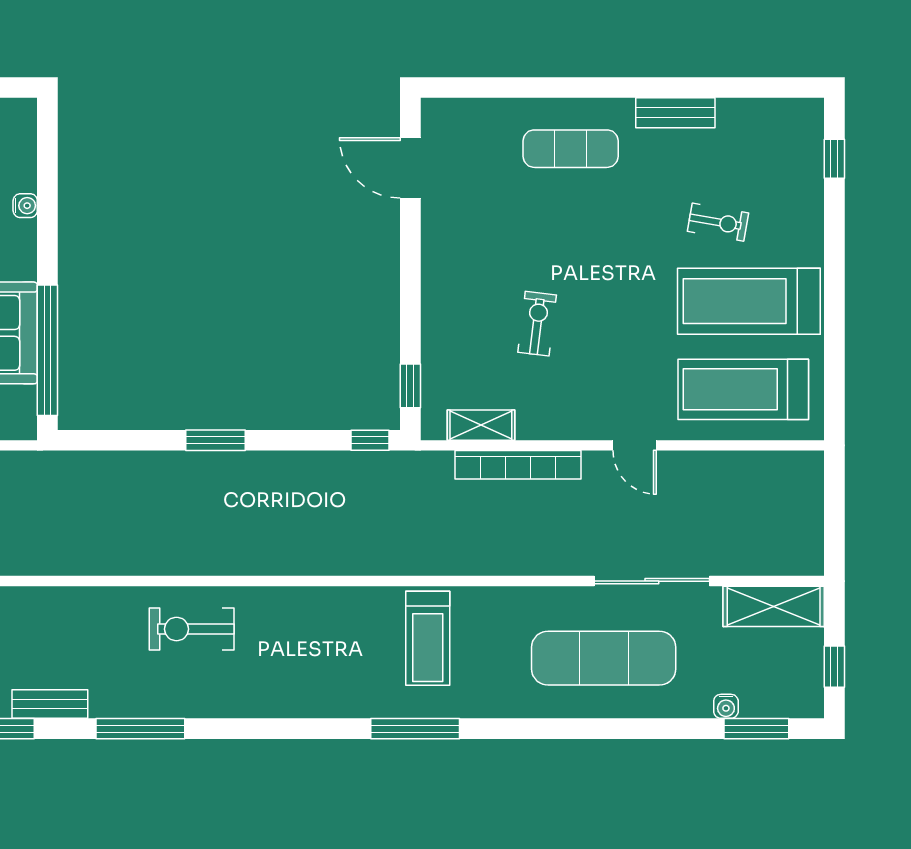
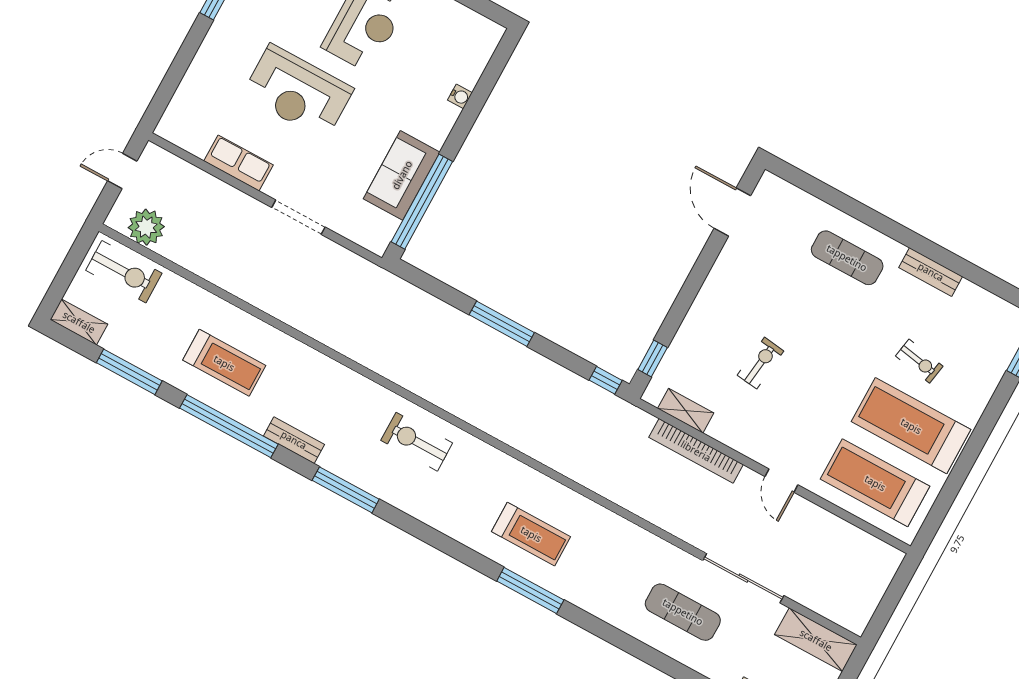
window: (215, 440) -> (502, 324), width x1.44
treadmill: (428, 638) -> (531, 534), moved, turned -90
exercise mat: (604, 658) -> (683, 612), width x0.73, depth x0.69

